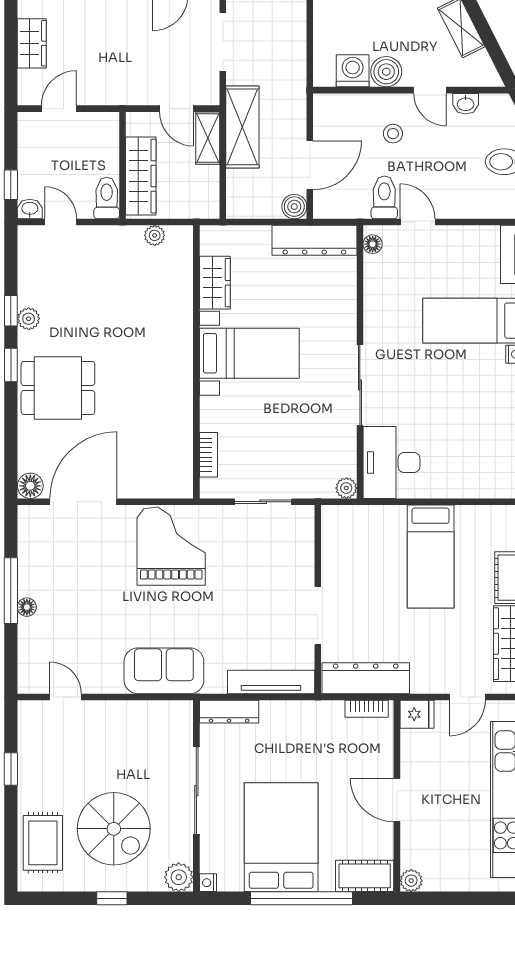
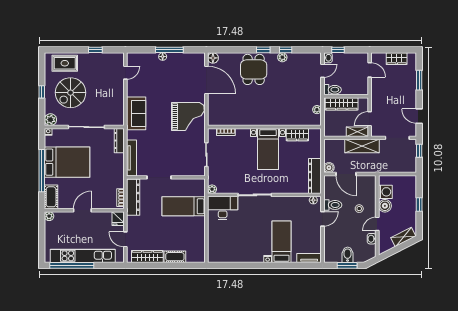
bed: (431, 557) -> (184, 206), moved

